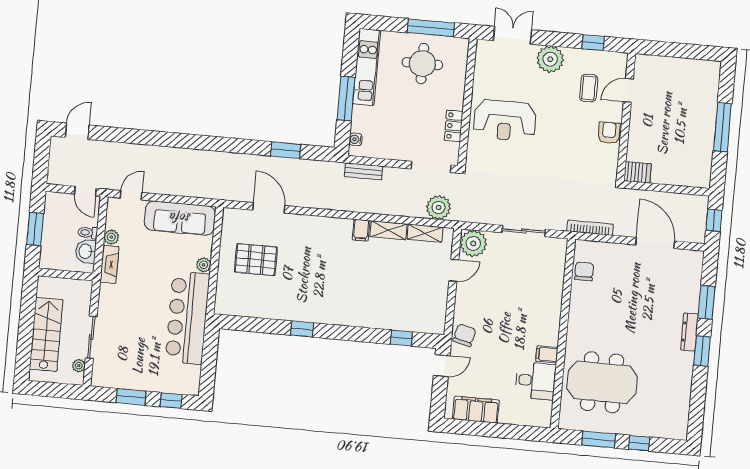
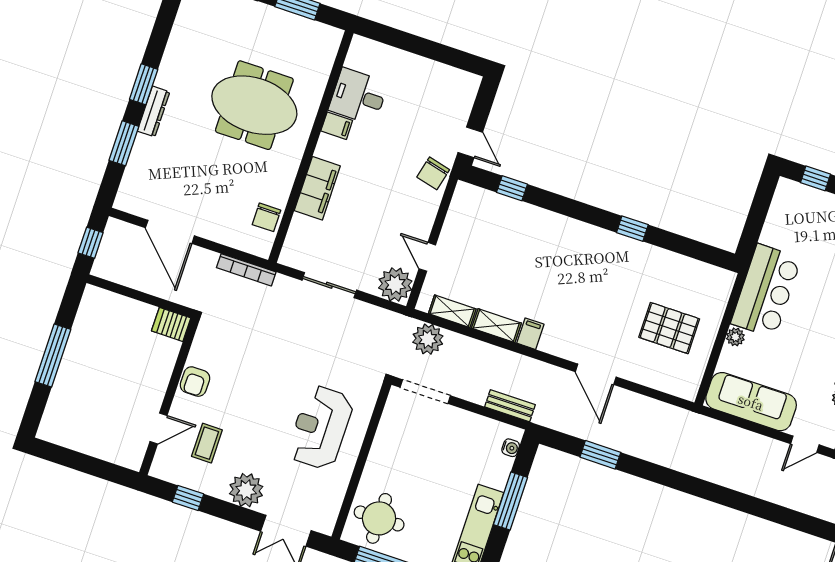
round table: (422, 64) -> (379, 518), moved
reception desk: (505, 120) -> (320, 427), turned -90
locker: (454, 126) -> (385, 436), removed
door: (269, 208) -> (596, 374), moved
door: (454, 270) -> (427, 257), hinge flipped
bar counter: (187, 318) -> (766, 291), width x0.73
door: (442, 366) -> (470, 142), swing flipped
meeting table: (602, 382) -> (254, 105), moved
filing cabinet: (476, 410) -> (317, 188), moved, turned -90

